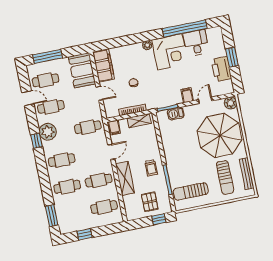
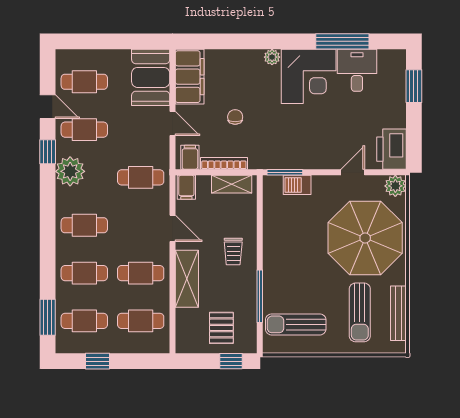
window: (185, 29) -> (342, 41), width x0.68
window: (48, 56) -> (96, 41), removed
window: (232, 57) -> (414, 86), moved
printer: (221, 69) -> (392, 149), moved
filing cabinet: (187, 95) -> (190, 157), moved
window: (36, 141) -> (48, 152), moved
door: (111, 152) -> (173, 228), hinge flipped
trolley: (151, 168) -> (233, 251), moved
cafe table: (73, 213) -> (84, 321), added

